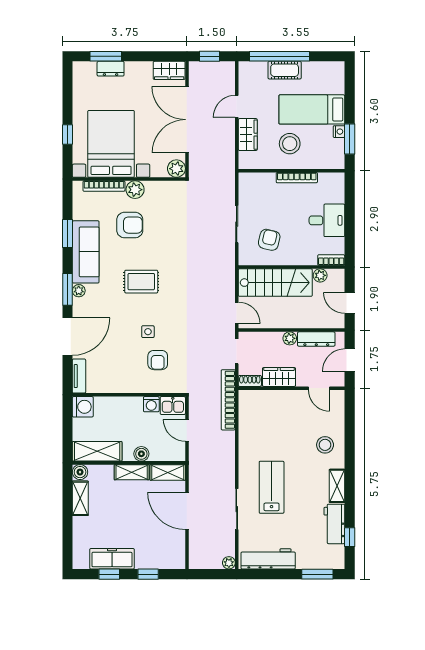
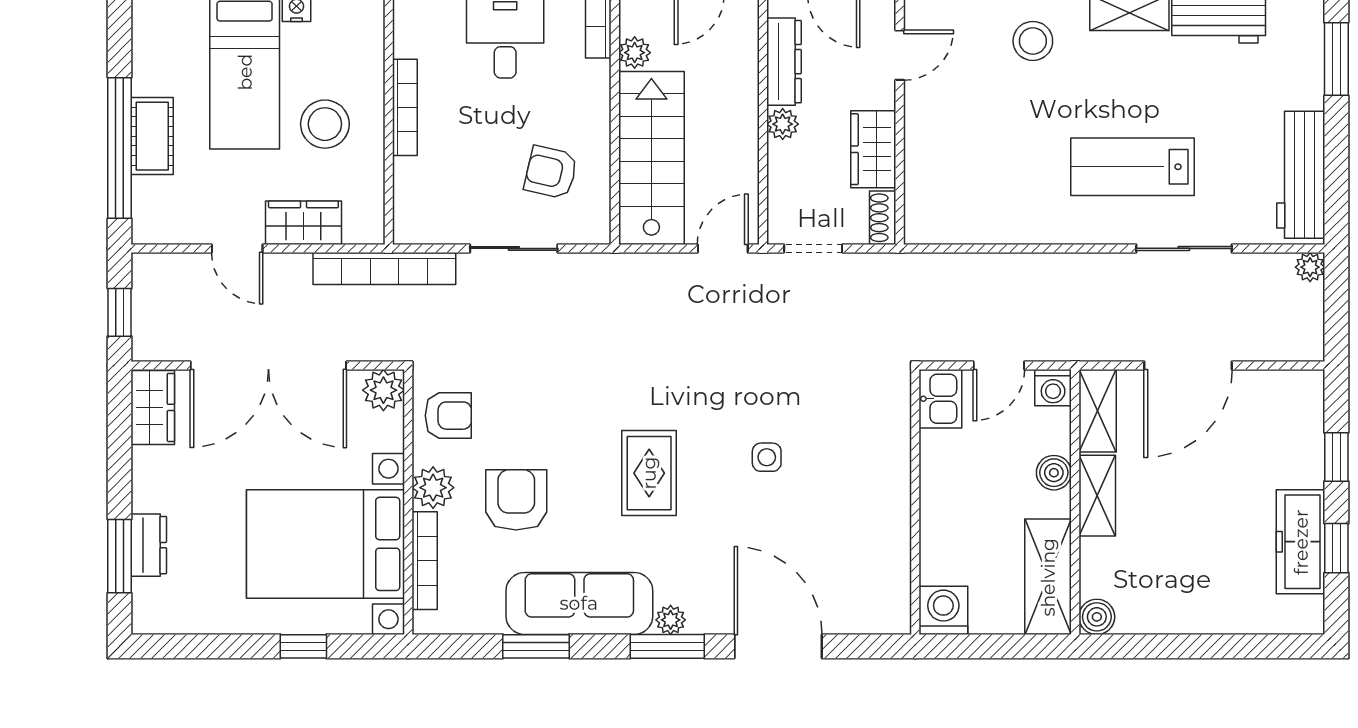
armchair: (158, 360) -> (448, 416), moved
tv unit: (79, 376) -> (871, 619), removed
bookcase: (228, 400) -> (384, 269), moved
washing machine: (151, 404) -> (1053, 388), moved, turned 90
shelving: (80, 498) -> (1159, 616), removed

